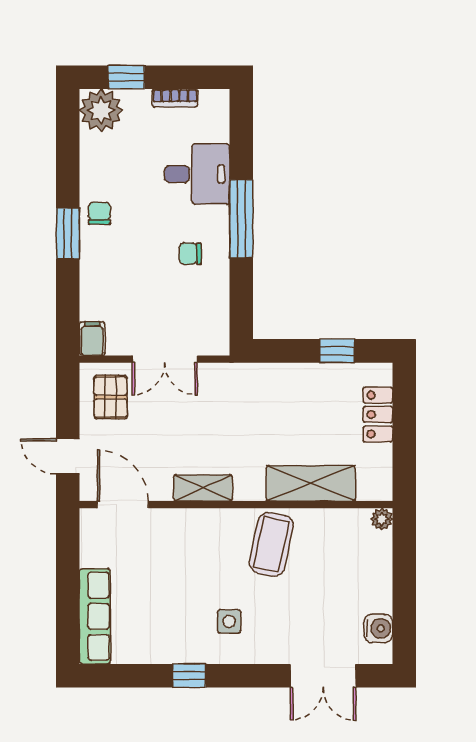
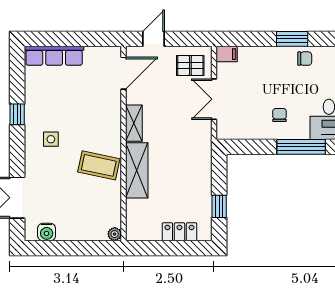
shelving: (311, 483) -> (137, 170), moved

